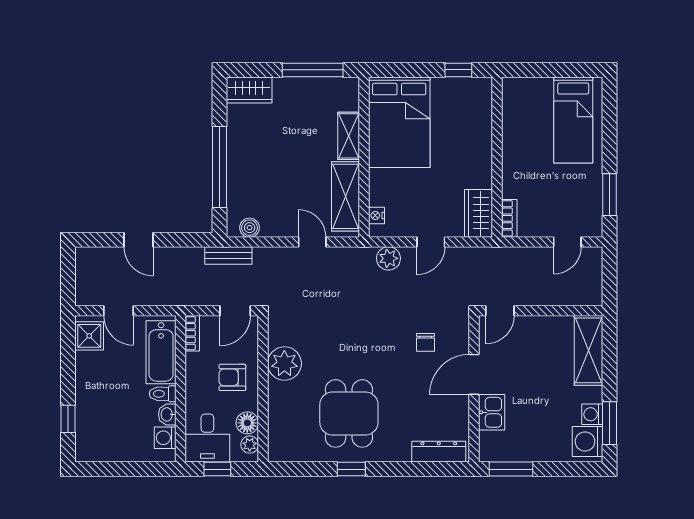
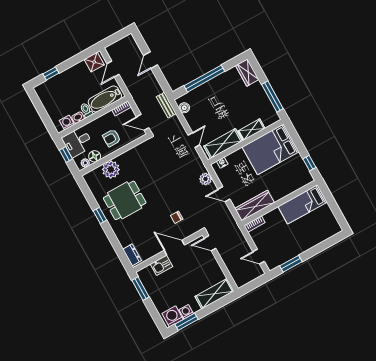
bed: (573, 120) -> (303, 204), moved
wardrobe: (478, 213) -> (255, 206), width x1.50
plant: (284, 363) -> (111, 170), moved
armchair: (232, 377) -> (112, 138), turned -90
dresser: (439, 452) -> (132, 255), width x0.70

